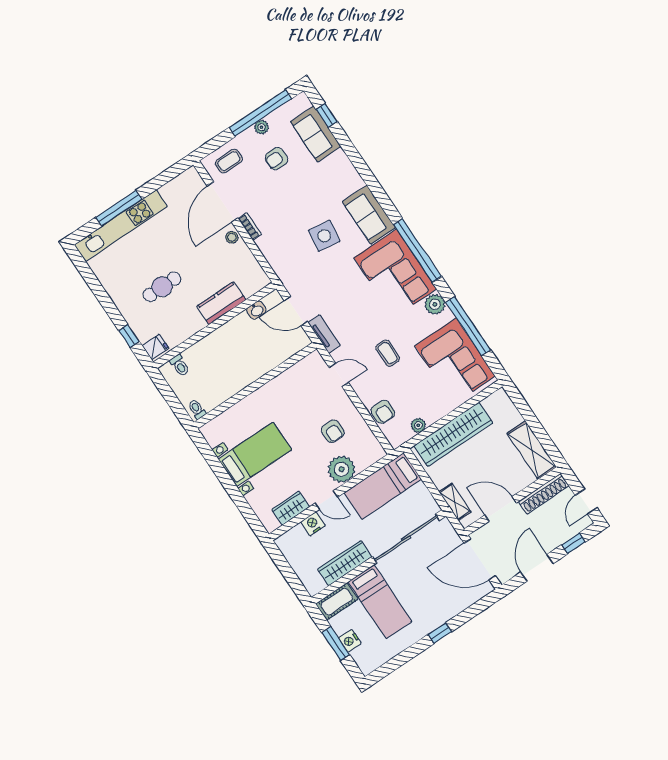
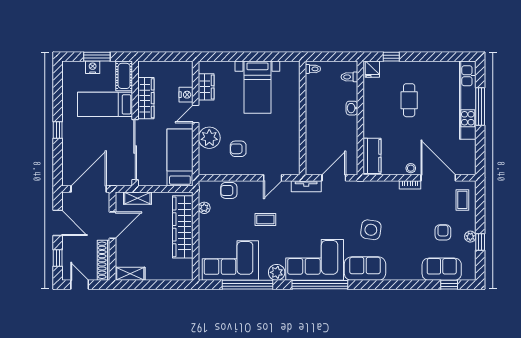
window: (260, 113) -> (480, 242), width x0.32
kitchen counter: (221, 303) -> (372, 156), moved
washbasin: (256, 310) -> (352, 108), moved
shelving: (532, 450) -> (130, 274), width x0.67, depth x0.75

